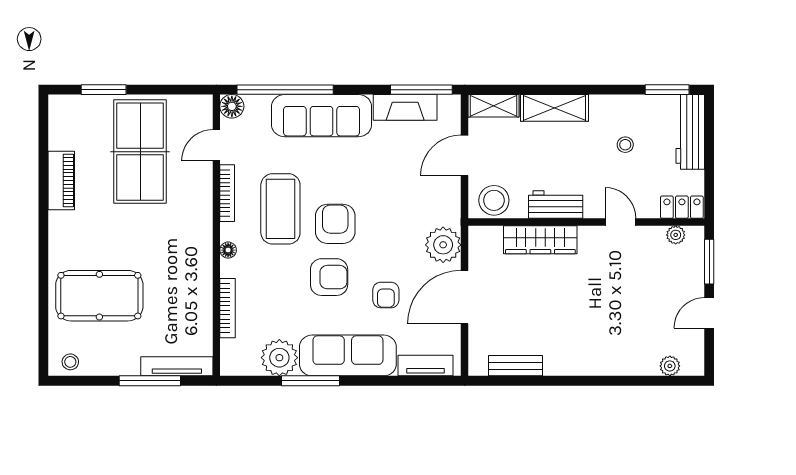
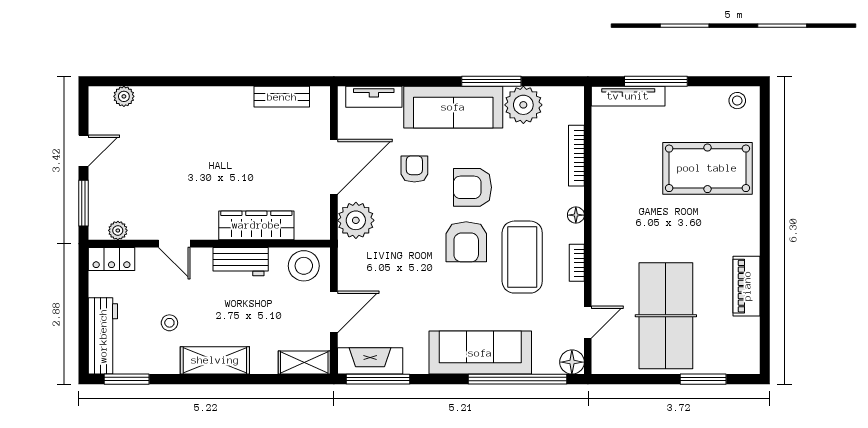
fireplace: (405, 107) -> (370, 361), moved
shelving: (554, 108) -> (215, 360), moved
bookcase: (227, 193) -> (577, 263), width x0.64

